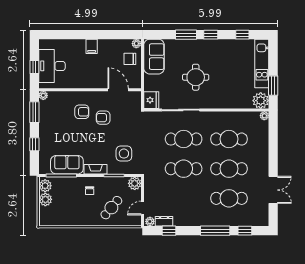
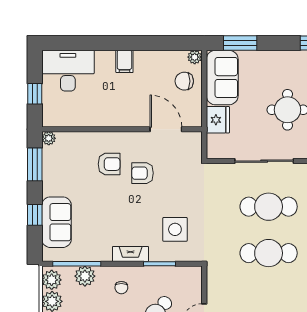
window: (186, 35) -> (240, 43), moved
desk: (52, 66) -> (68, 71), moved, turned 90
fridge: (151, 100) -> (218, 120), moved
sofa: (67, 165) -> (56, 222), moved, turned 90
plant: (135, 183) -> (85, 276), moved

